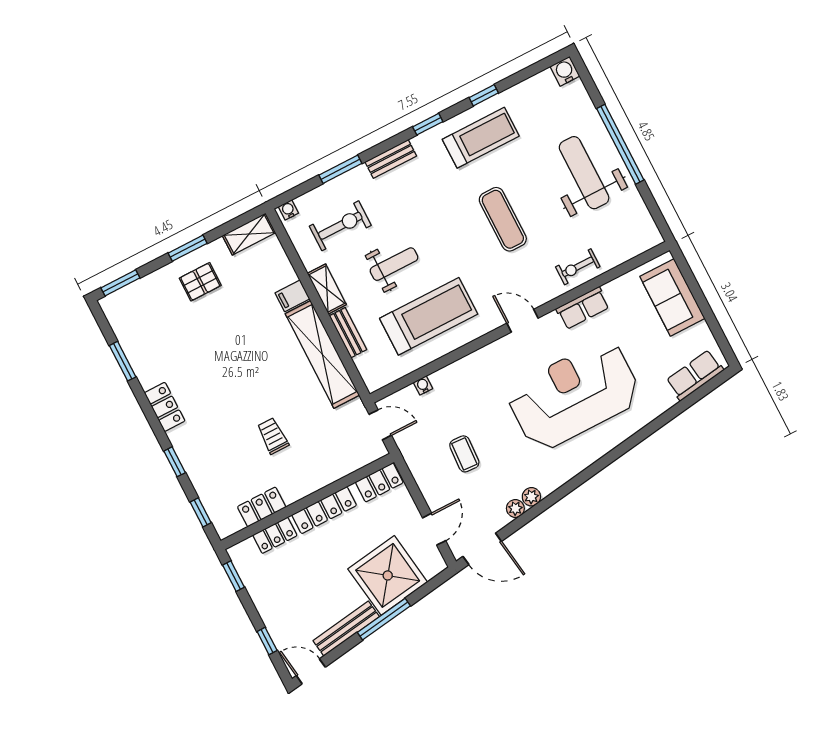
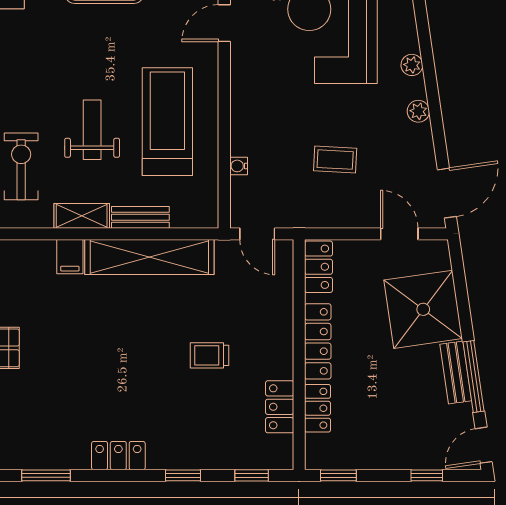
door: (380, 425) -> (257, 234), swing flipped
plant: (515, 508) -> (412, 65), moved
window: (384, 619) -> (474, 376), moved
bench: (346, 629) -> (456, 373), width x0.73

